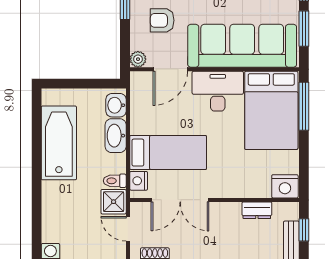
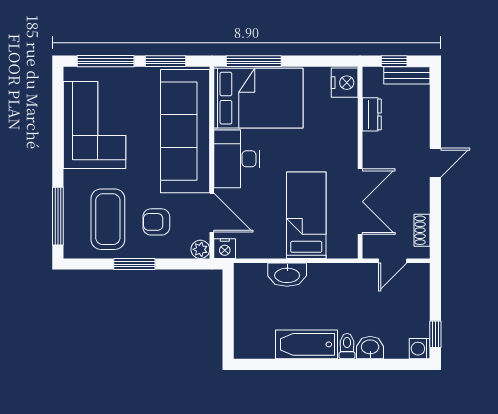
armchair: (162, 20) -> (156, 222), turned 90
washbasin: (116, 105) -> (370, 348), moved, turned 180
bathtub: (59, 143) -> (307, 344), width x0.73, depth x0.73
toilet: (115, 181) -> (347, 346), moved, turned 180
nightstand: (139, 181) -> (225, 249), moved
shower: (114, 202) -> (362, 277), removed

